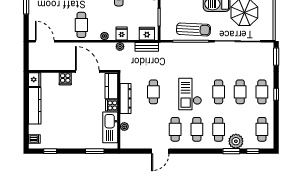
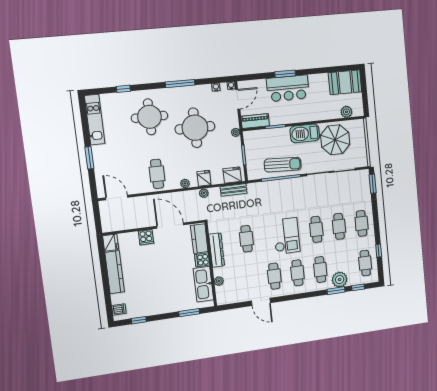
checkout: (190, 94) -> (286, 236), turned 180
window: (276, 94) -> (379, 251), moved
door: (160, 151) -> (261, 302), hinge flipped

